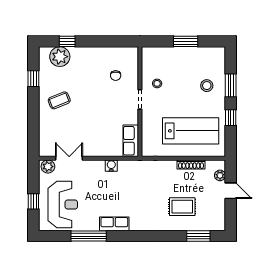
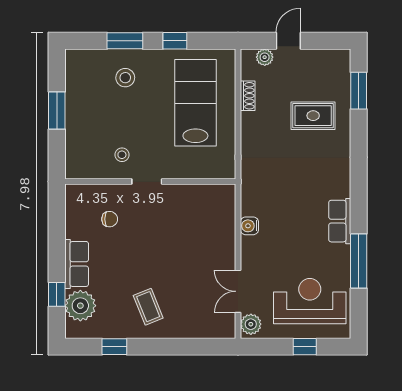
row of seats: (131, 141) -> (77, 264), moved, turned -90
shoe rack: (191, 164) -> (248, 96), width x0.70
rug: (182, 207) -> (313, 116), turned 90

